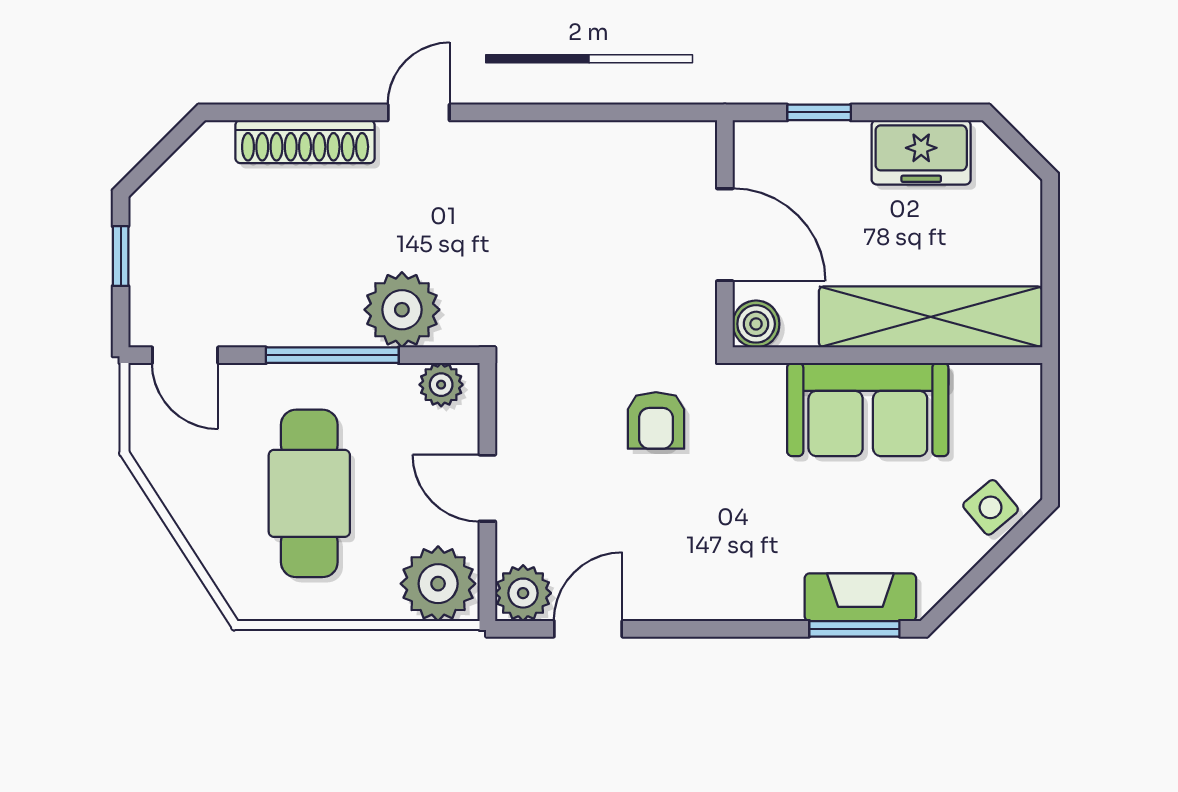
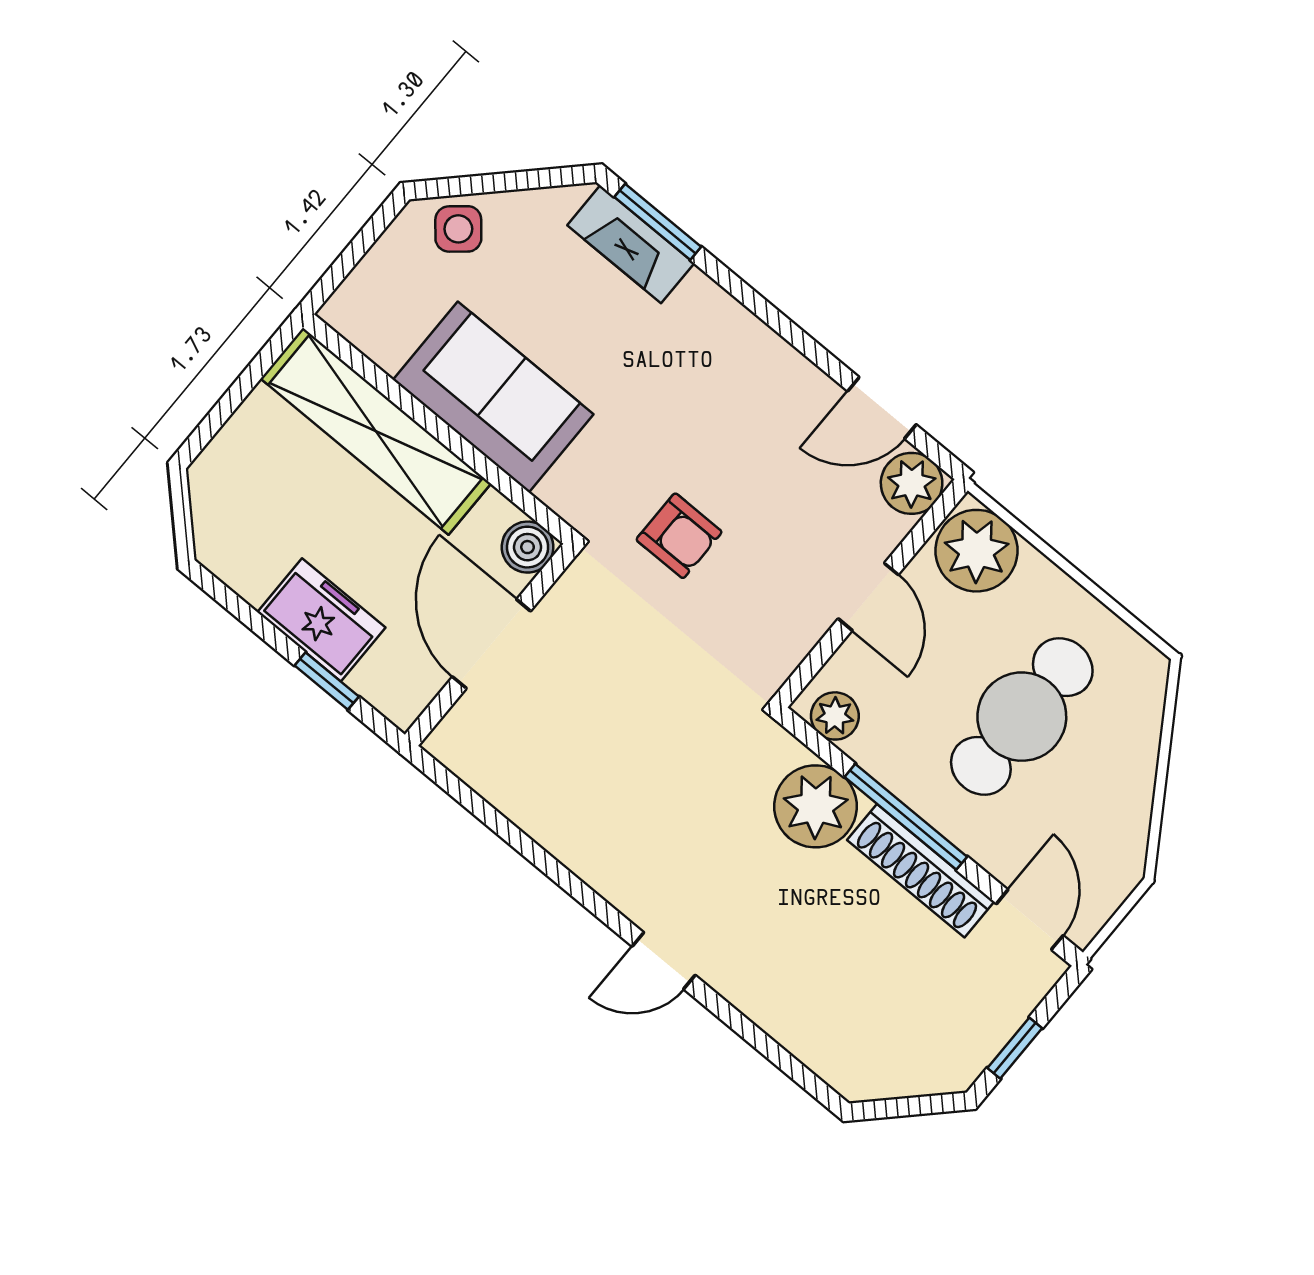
shoe rack: (305, 142) -> (921, 871), moved, turned 180
freezer: (921, 152) -> (321, 620), moved
armchair: (656, 420) -> (679, 536), turned 90

